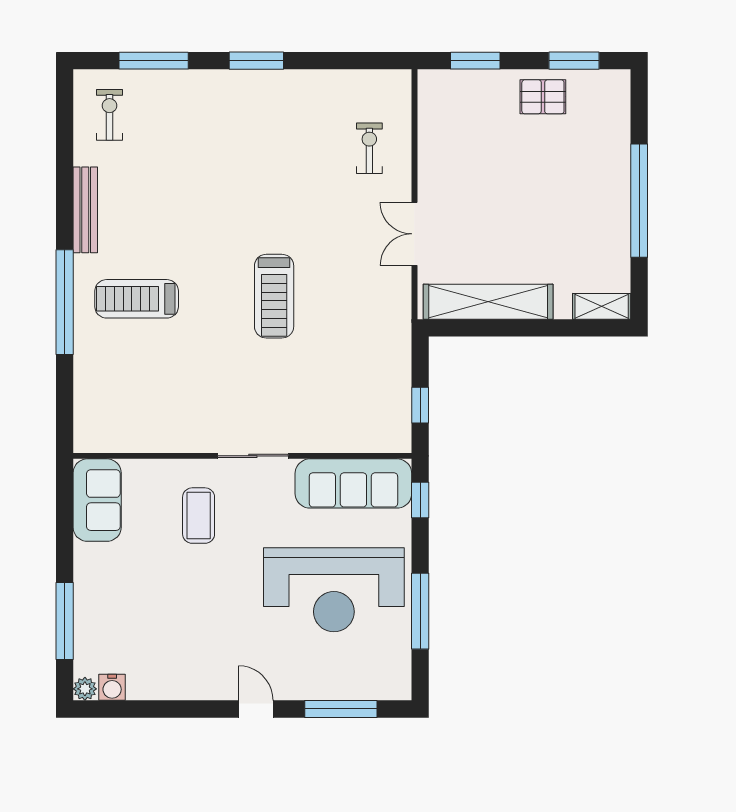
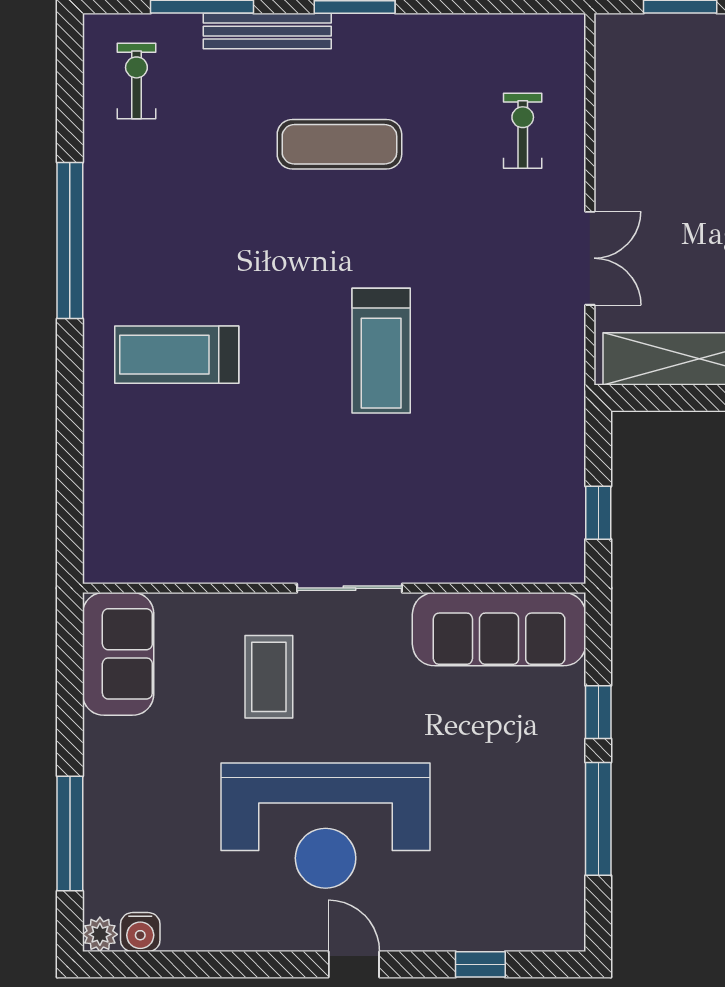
exercise mat: (246, 157) -> (339, 144), added
bench: (85, 210) -> (267, 31), moved, turned 90
double door: (414, 234) -> (590, 258), swing flipped
window: (65, 302) -> (70, 241), moved
window: (420, 500) -> (598, 712), moved
reception desk: (334, 590) -> (326, 826), moved
window: (341, 709) -> (480, 964), width x0.46

